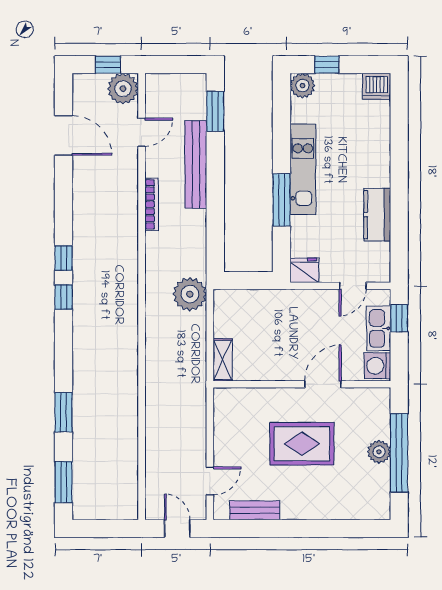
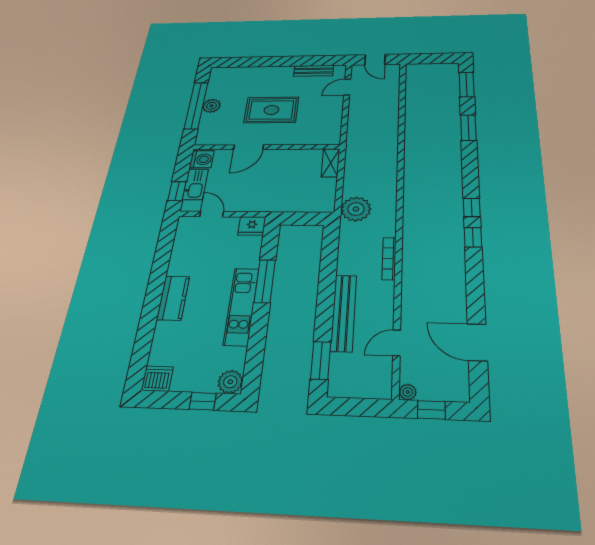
plant: (123, 89) -> (408, 392), width x0.53, depth x0.53
bookcase: (151, 204) -> (389, 259), moved
kitchen counter: (377, 215) -> (173, 298), moved
door: (353, 286) -> (212, 214), hinge flipped

